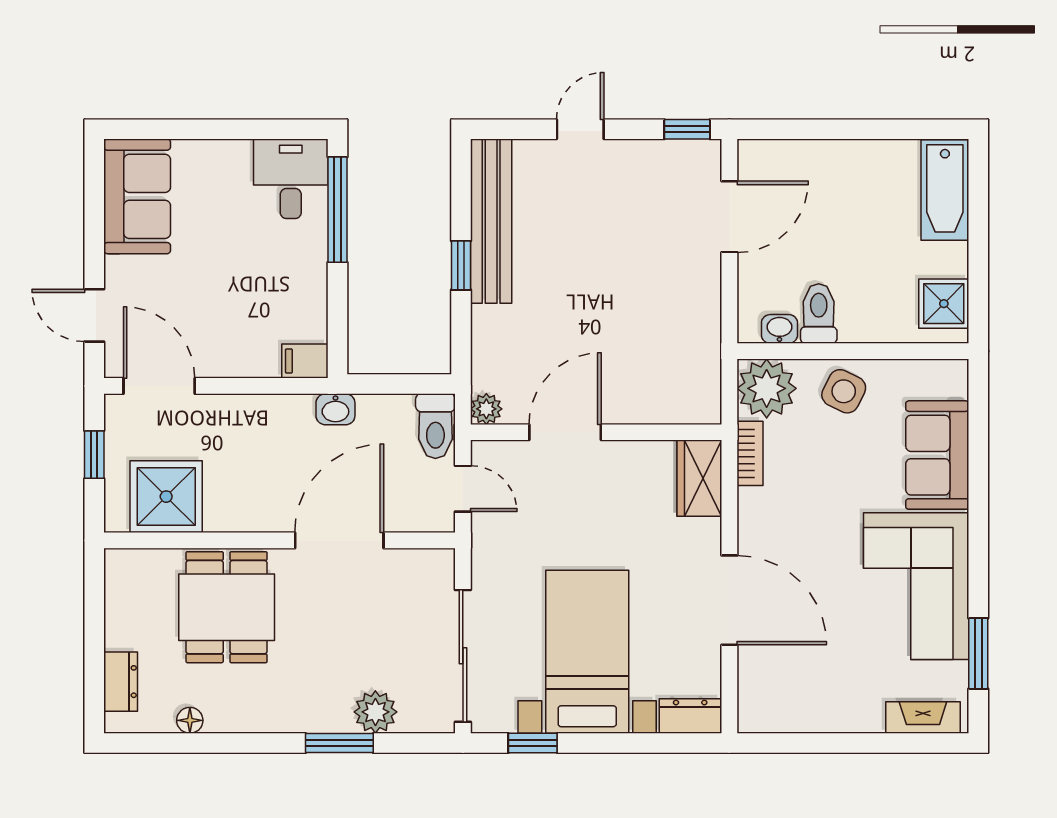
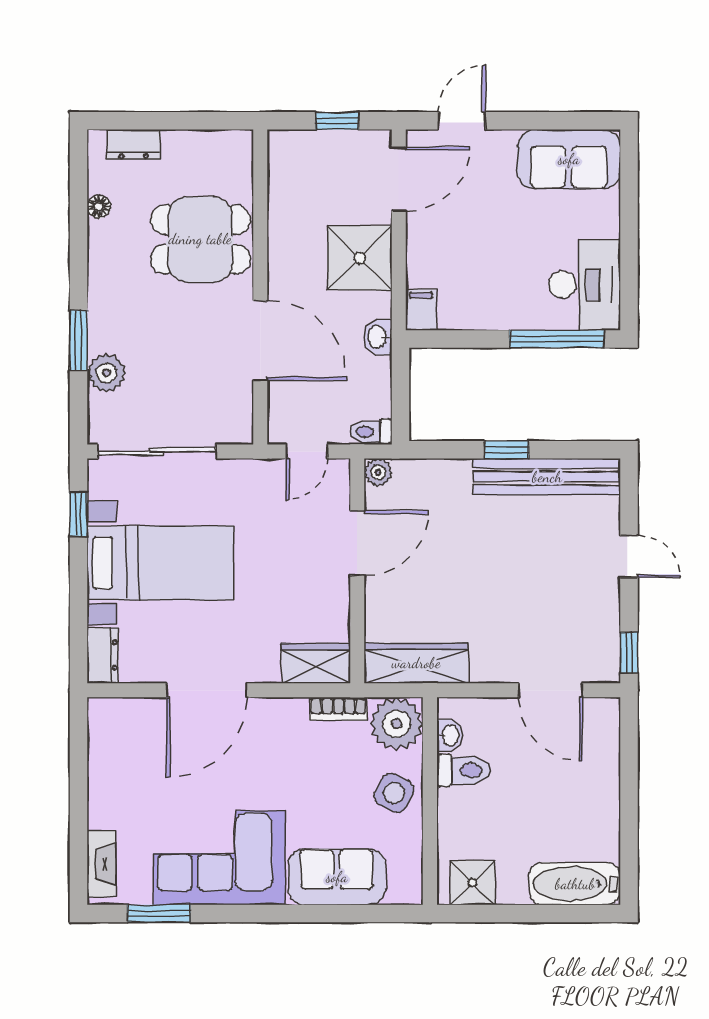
desk: (291, 179) -> (584, 285), width x1.37
wardrobe: (699, 367) -> (416, 663), added
toilet: (435, 426) -> (371, 432), width x0.73, depth x0.72
door: (565, 432) -> (357, 543), hinge flipped
shower: (166, 497) -> (360, 258), moved

